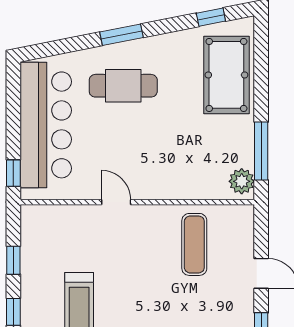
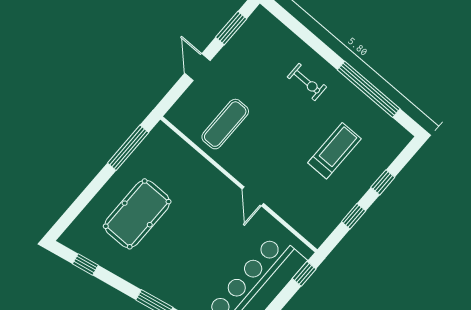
pool table: (226, 75) -> (137, 214), moved
cafe table: (123, 86) -> (182, 269), removed
plant: (242, 181) -> (158, 139), removed

